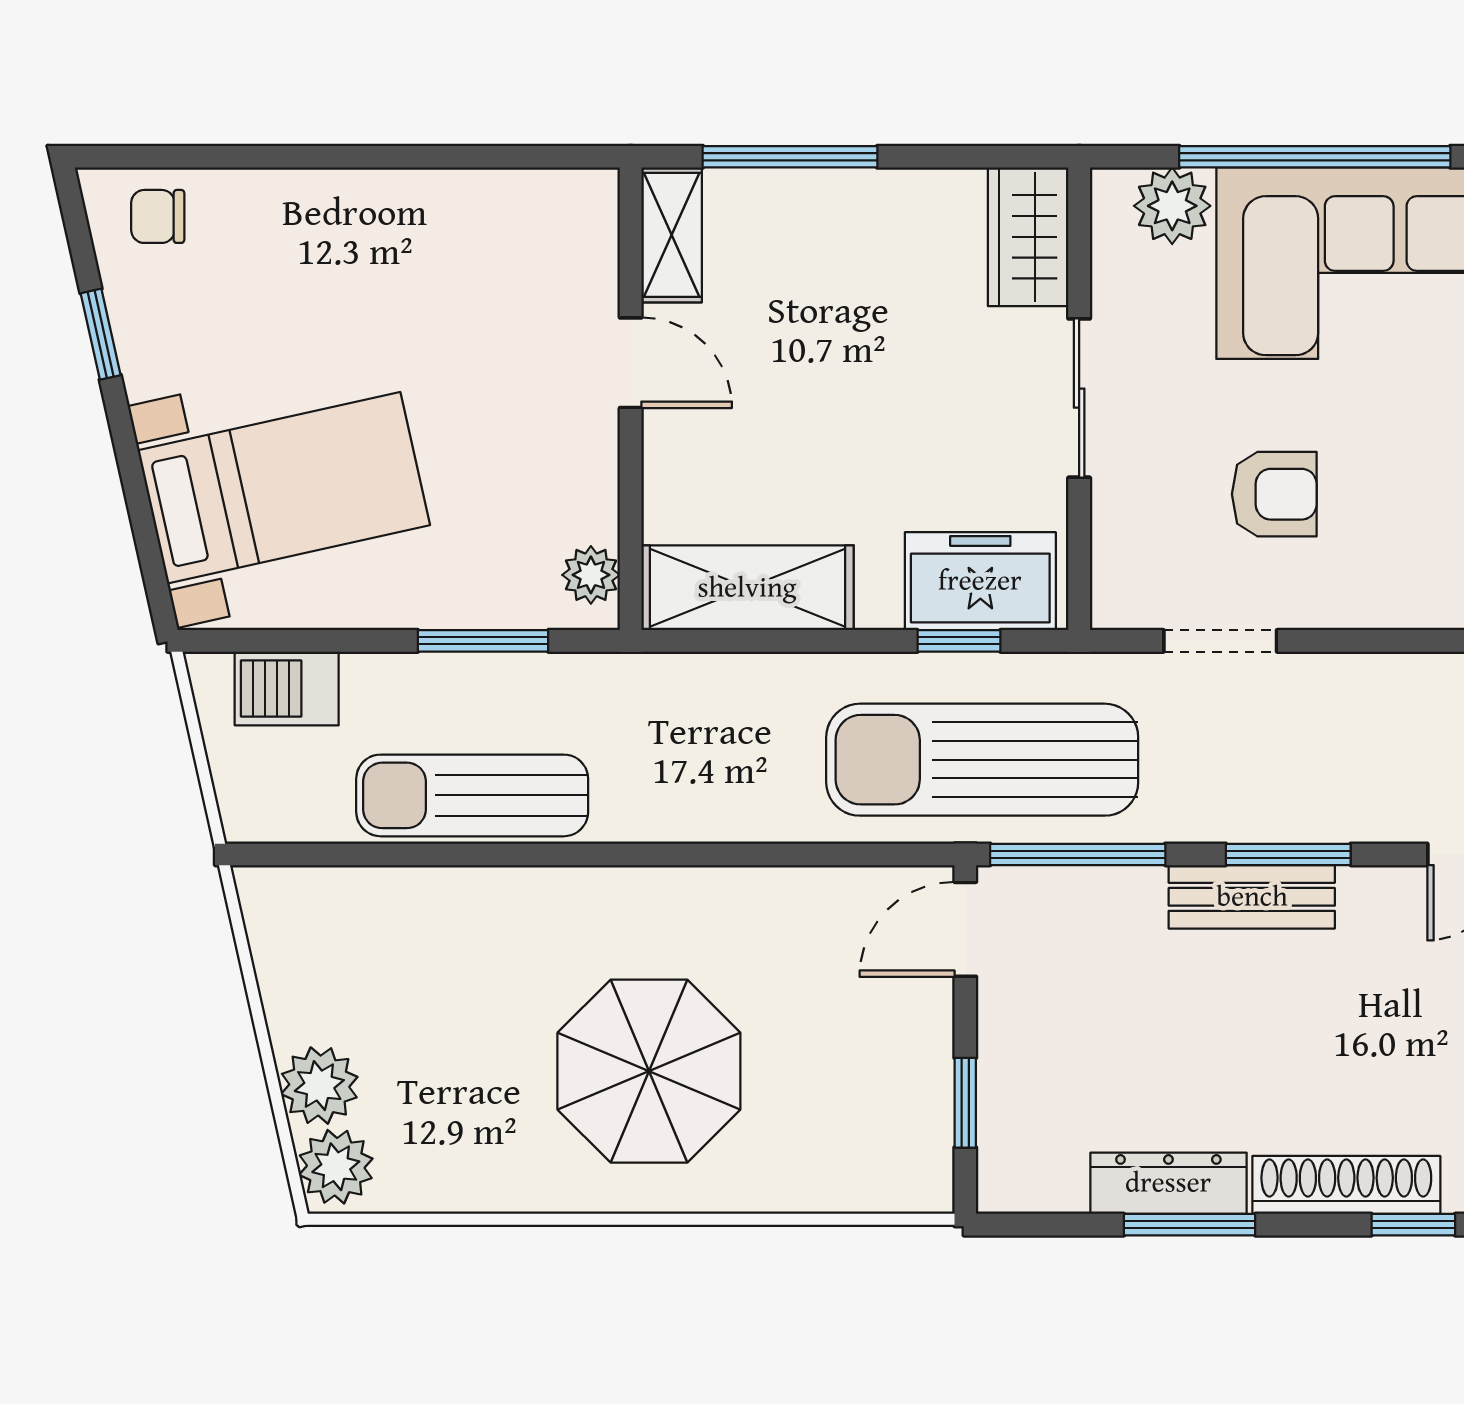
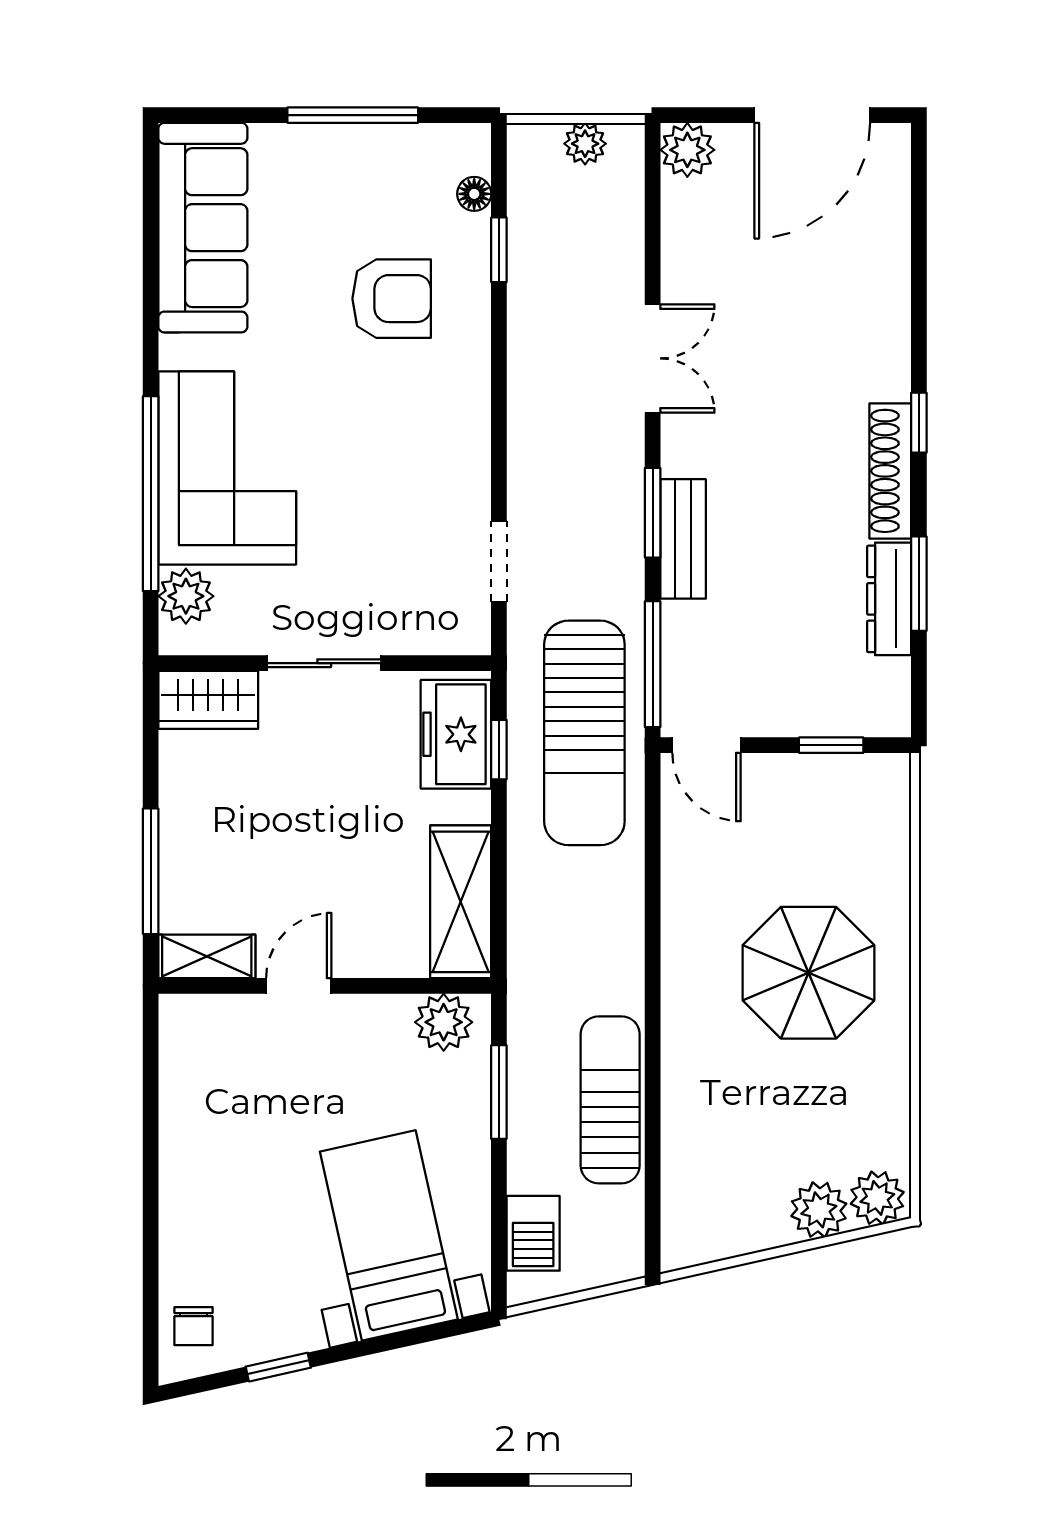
armchair: (1274, 494) -> (393, 523), removed
plant: (591, 575) -> (444, 1022), width x1.38, depth x1.38
sun lounger: (472, 795) -> (610, 1100), turned 180

